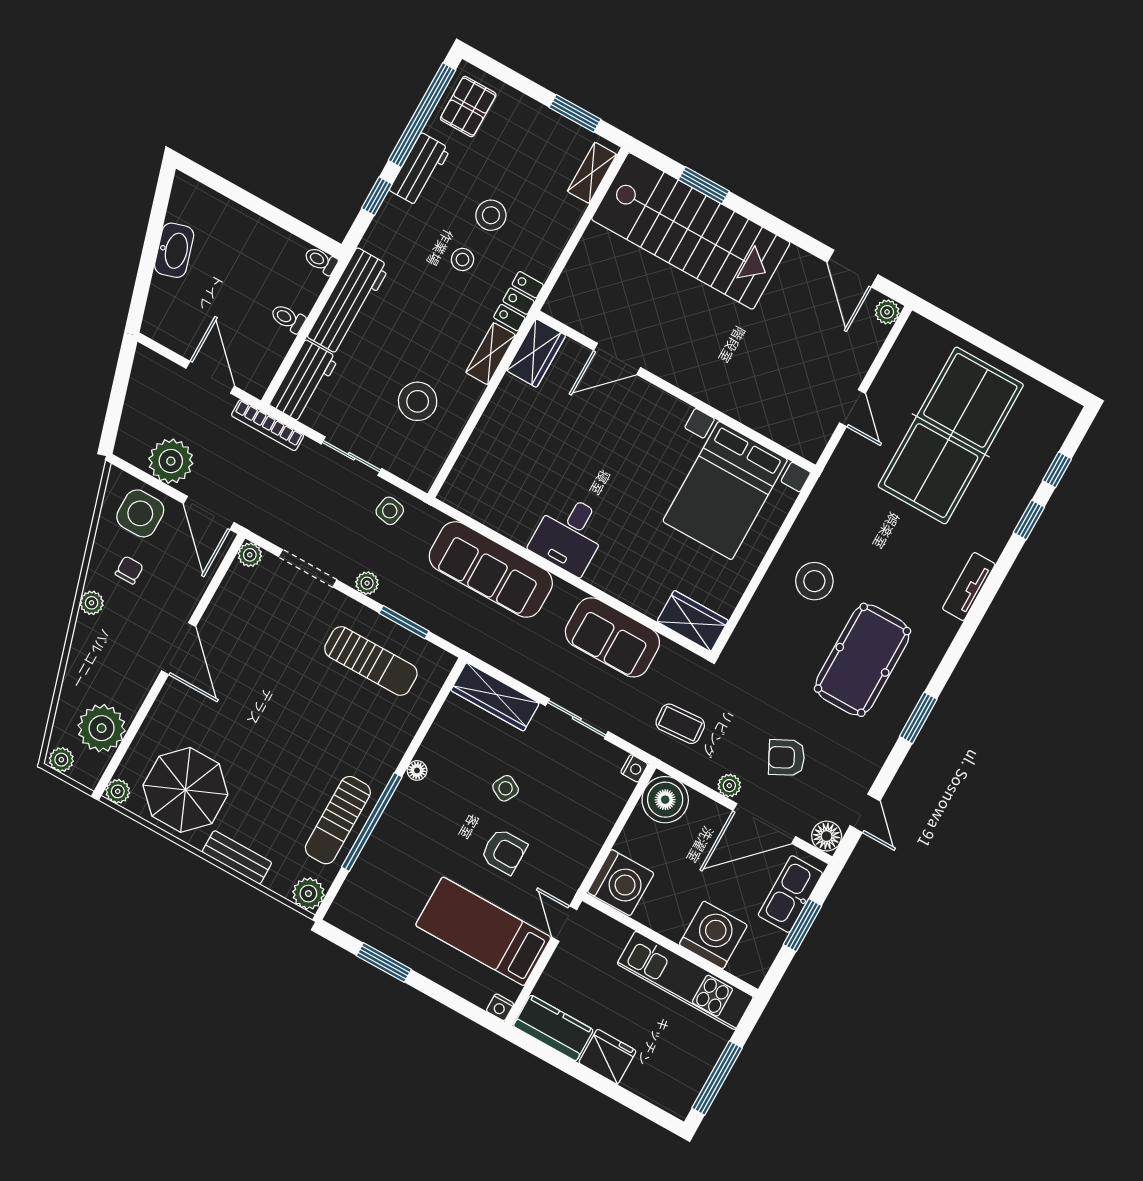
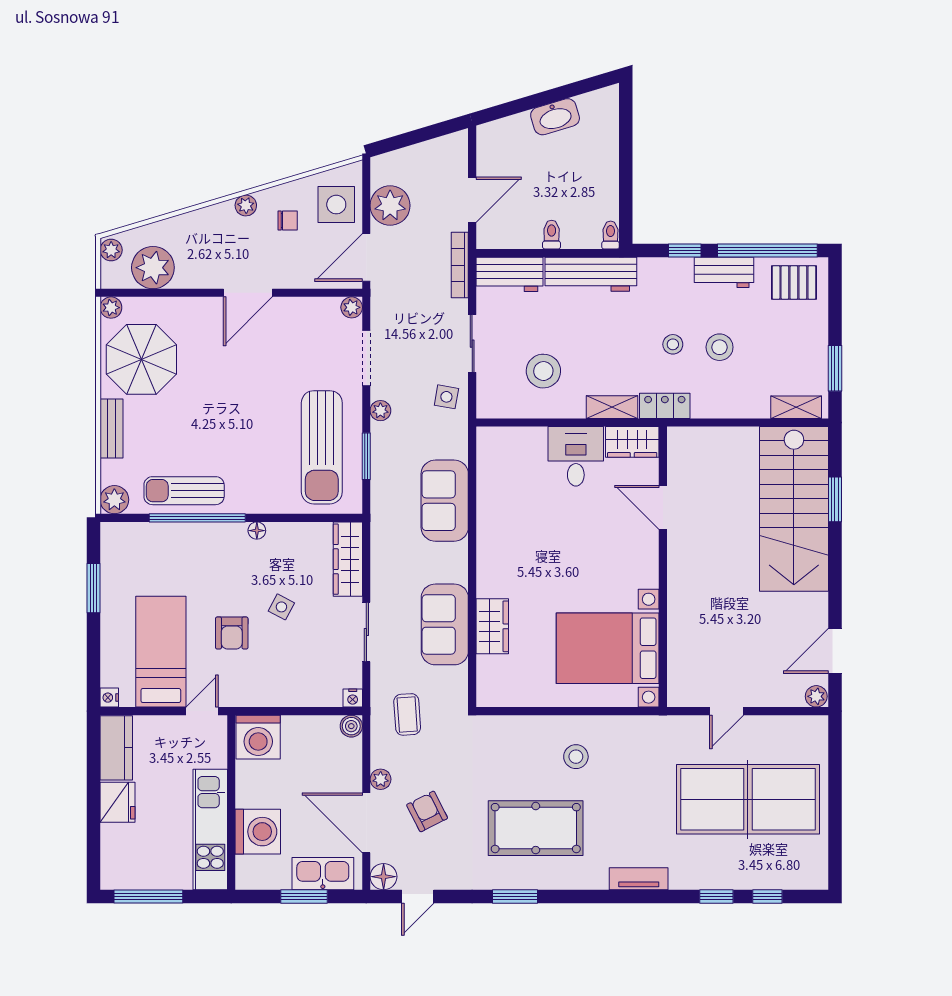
desk: (570, 534) -> (576, 456), moved, turned 90
sofa: (491, 569) -> (445, 501), width x0.73
stool: (814, 581) -> (576, 757), width x0.73, depth x0.73
wardrobe: (693, 621) -> (492, 626), moved
sun lounger: (371, 661) -> (322, 447), width x1.36, depth x1.34
boiler: (665, 800) -> (351, 726), width x0.54, depth x0.54

